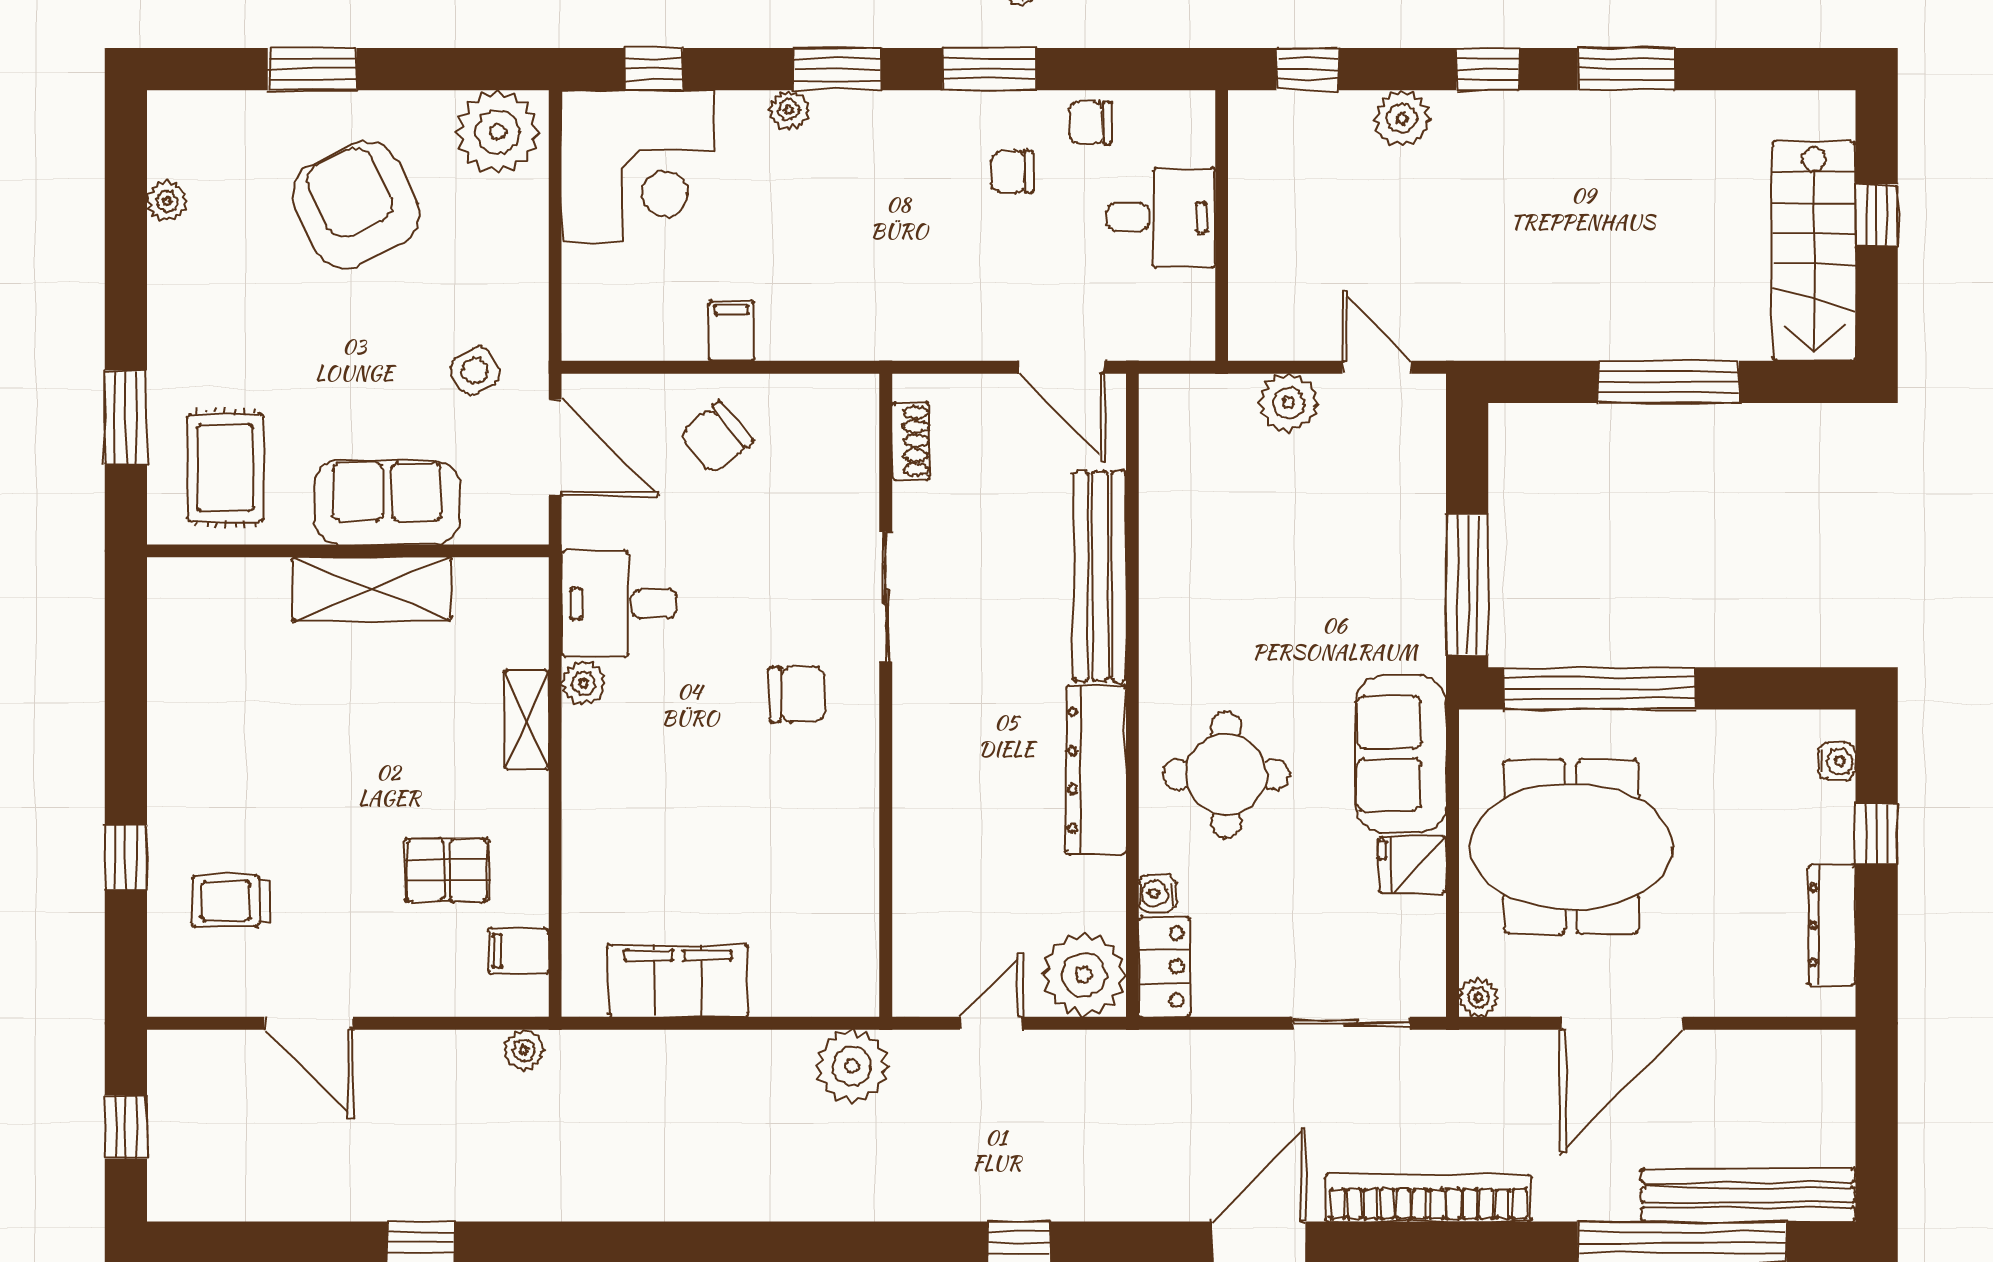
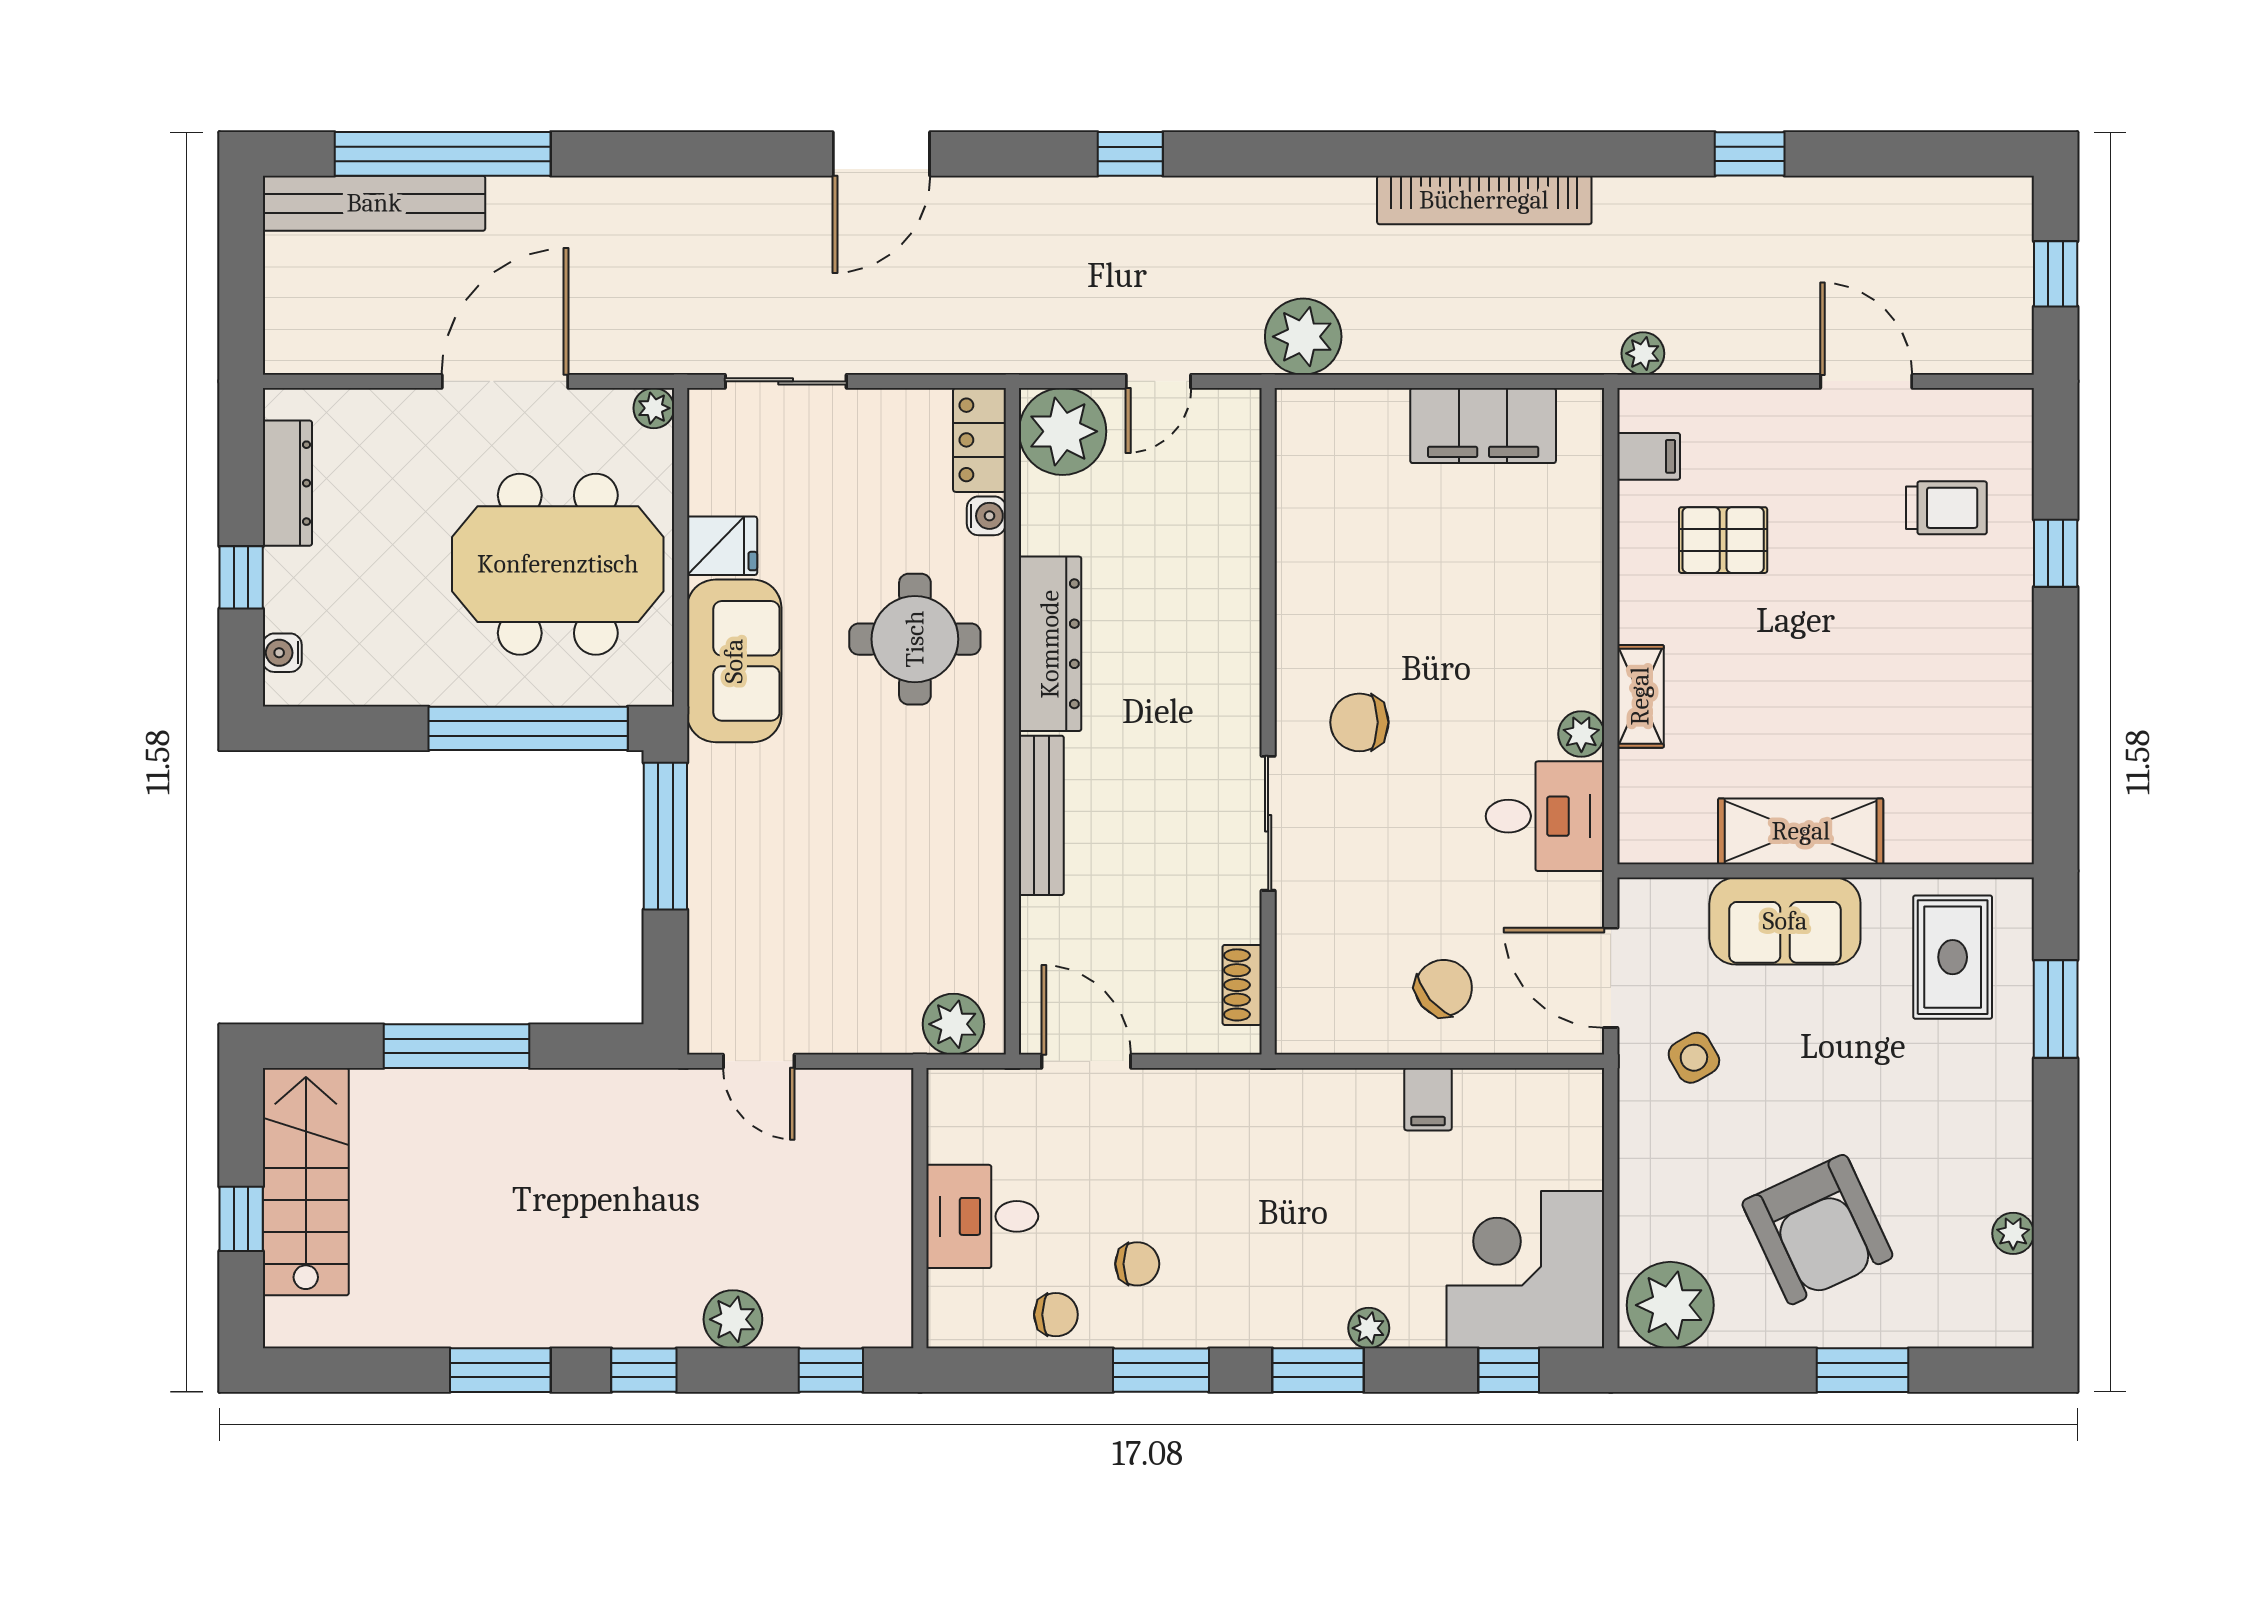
plant: (1288, 403) -> (953, 1024), moved
bench: (1100, 576) -> (1041, 815), width x0.73, depth x0.82
bookcase: (1429, 1198) -> (1484, 200), moved

